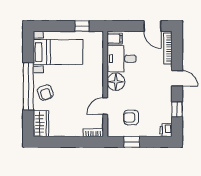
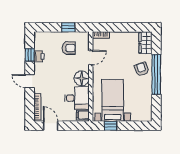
bed with nightstands: (58, 52) -> (113, 100), moved, turned 90
printer: (166, 130) -> (39, 56), moved

